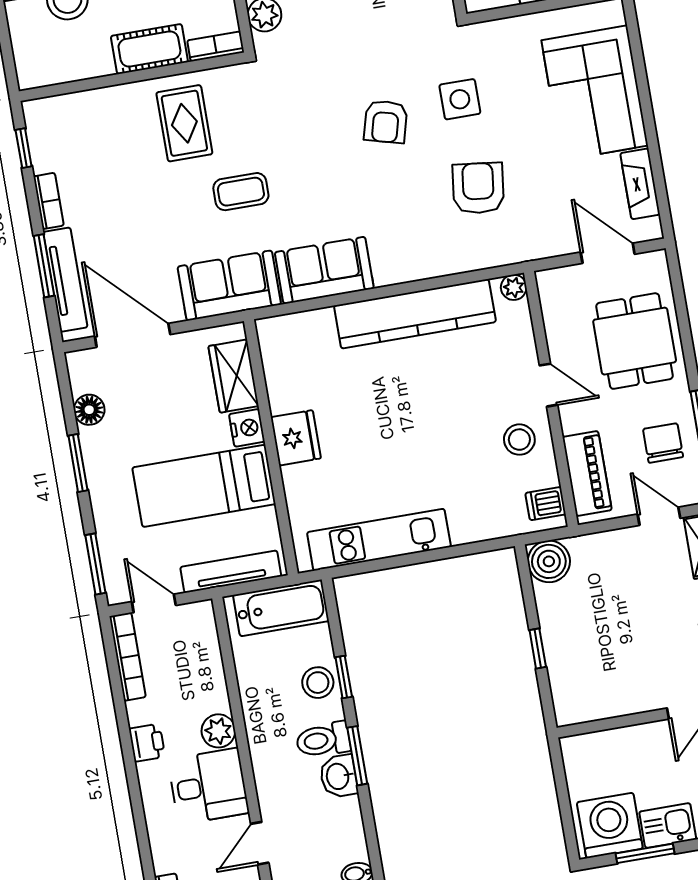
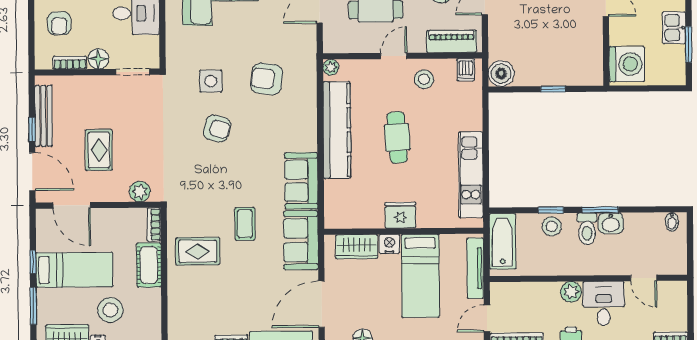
cafe table: (419, 412) -> (397, 137), added
washing machine: (610, 825) -> (627, 64), moved, turned 180

